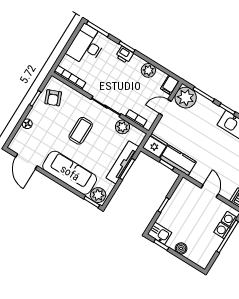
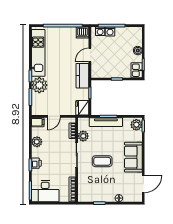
armchair: (53, 98) -> (92, 192), removed
plant: (186, 98) -> (39, 85), moved
door: (165, 107) -> (54, 116), hinge flipped
kitchen counter: (178, 160) -> (82, 76), moved
sofa: (70, 173) -> (133, 157), width x0.73

